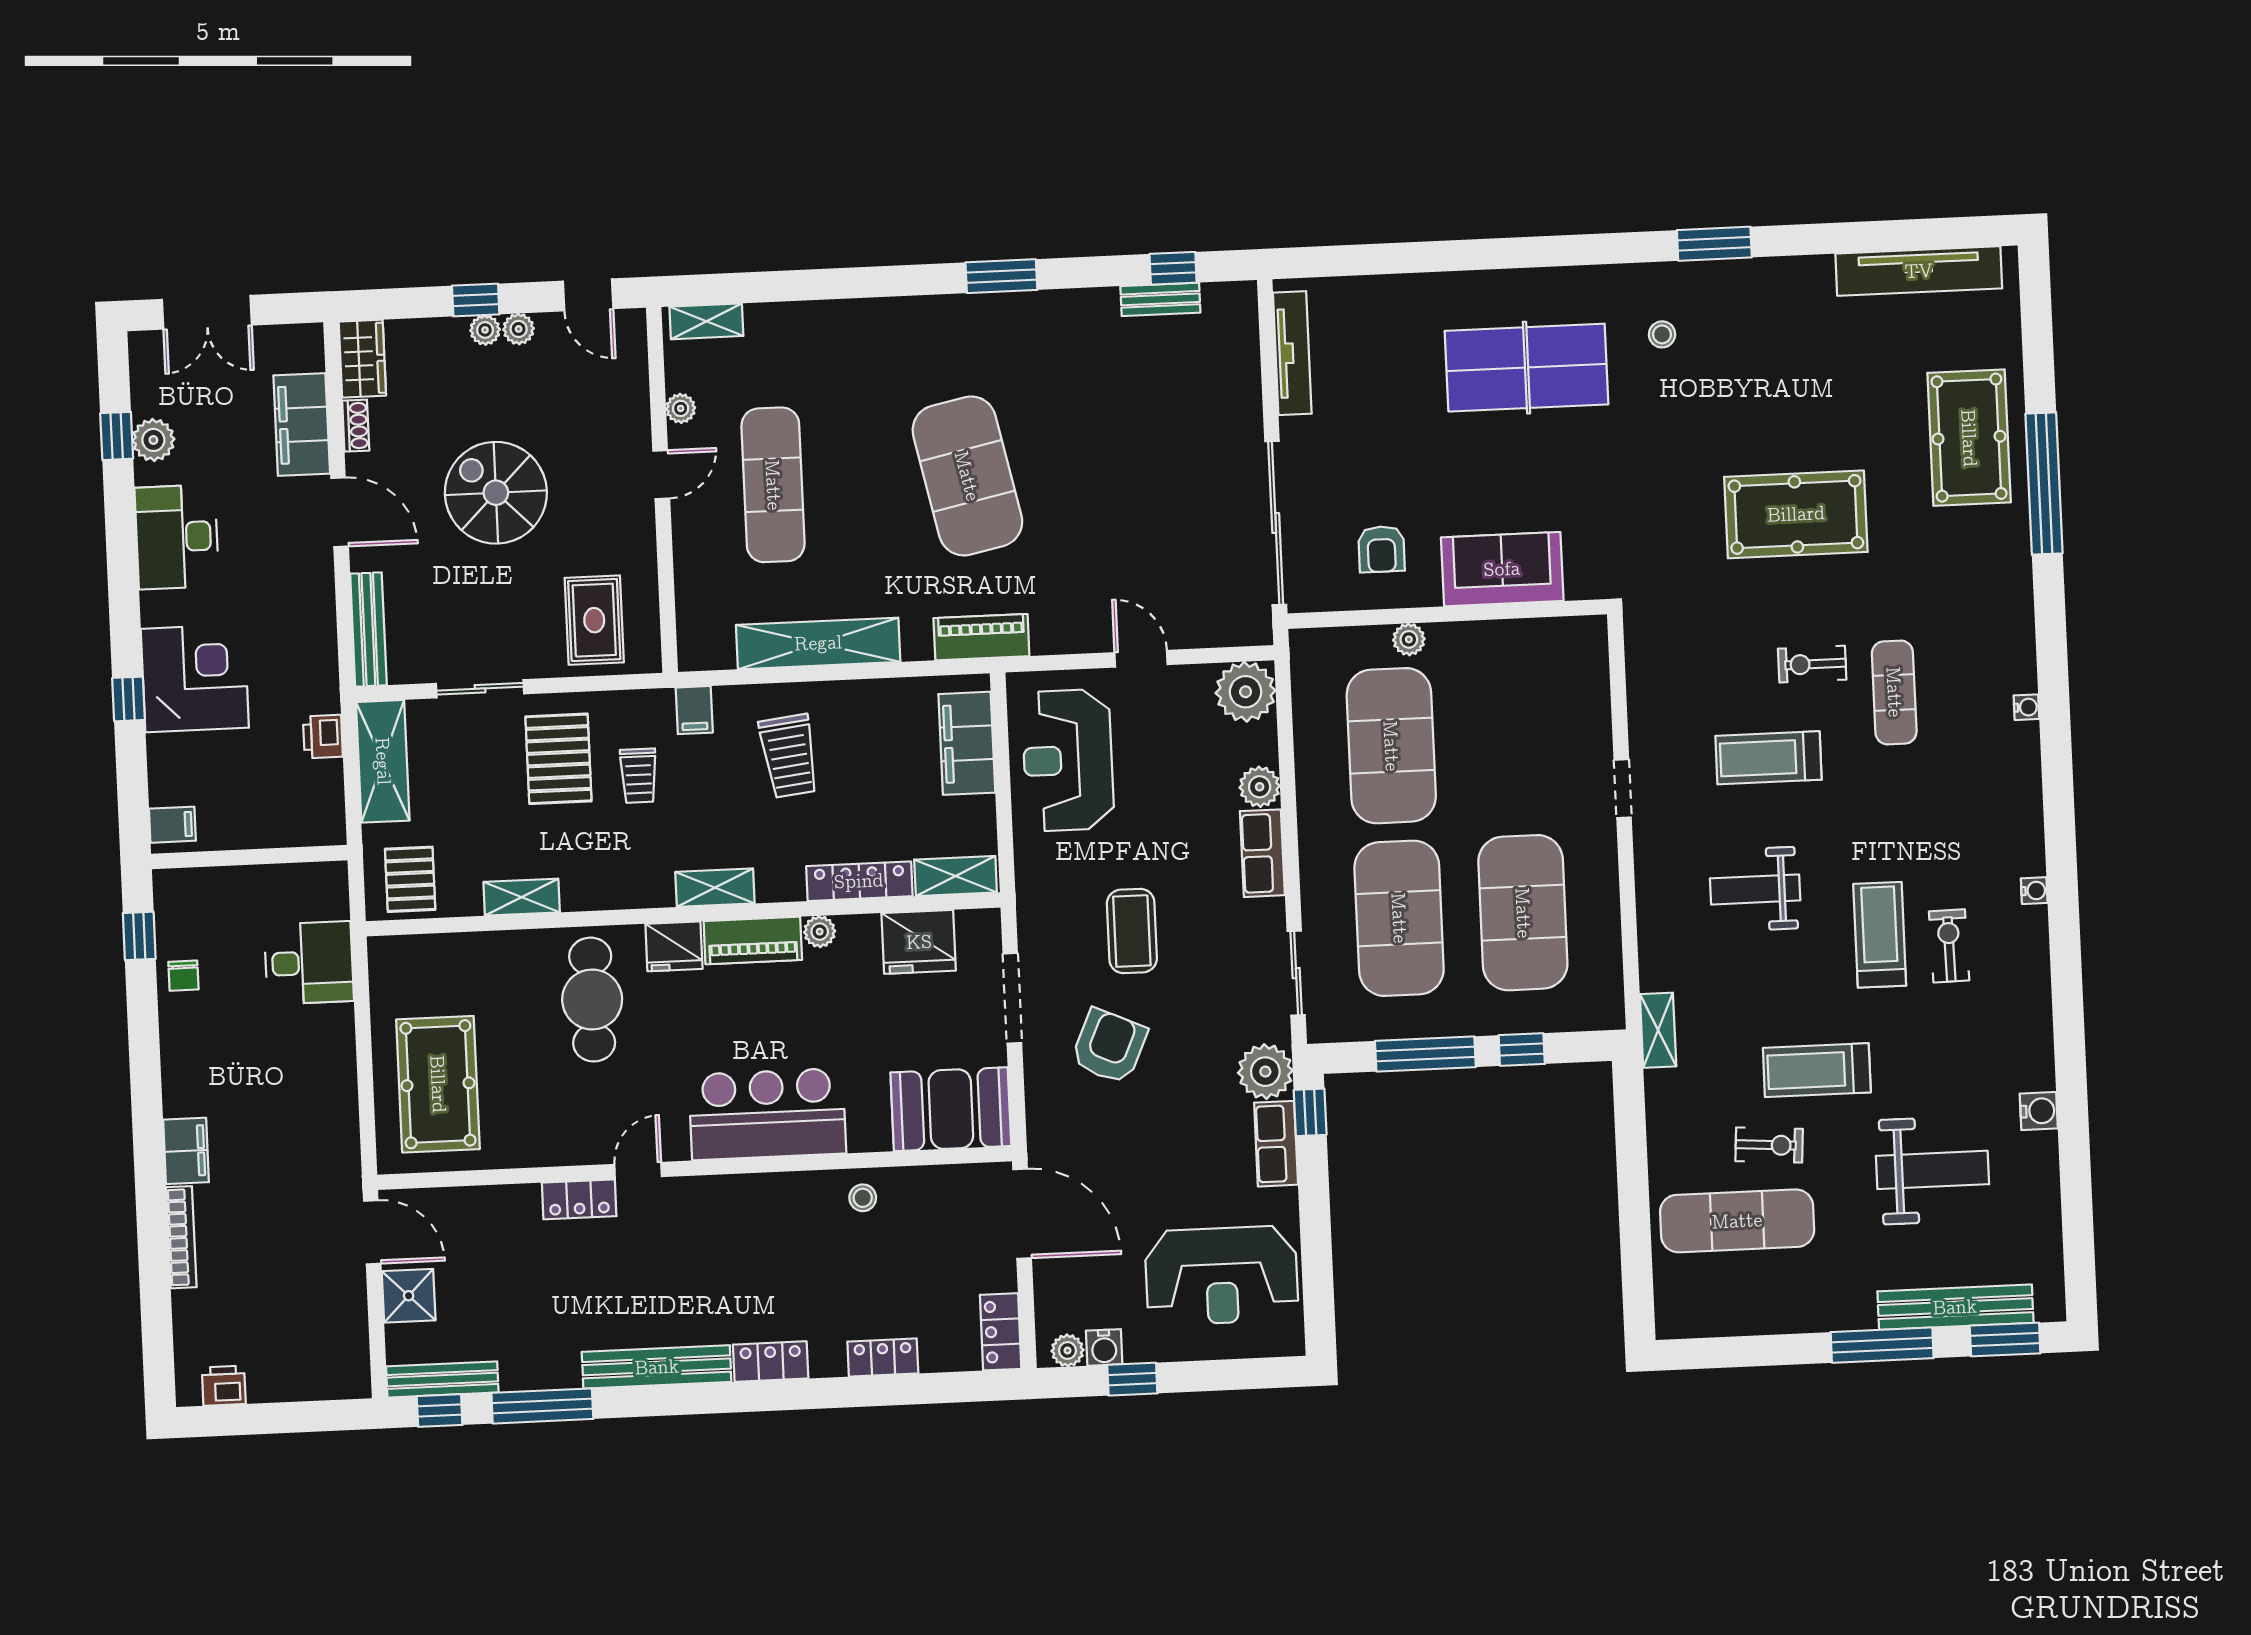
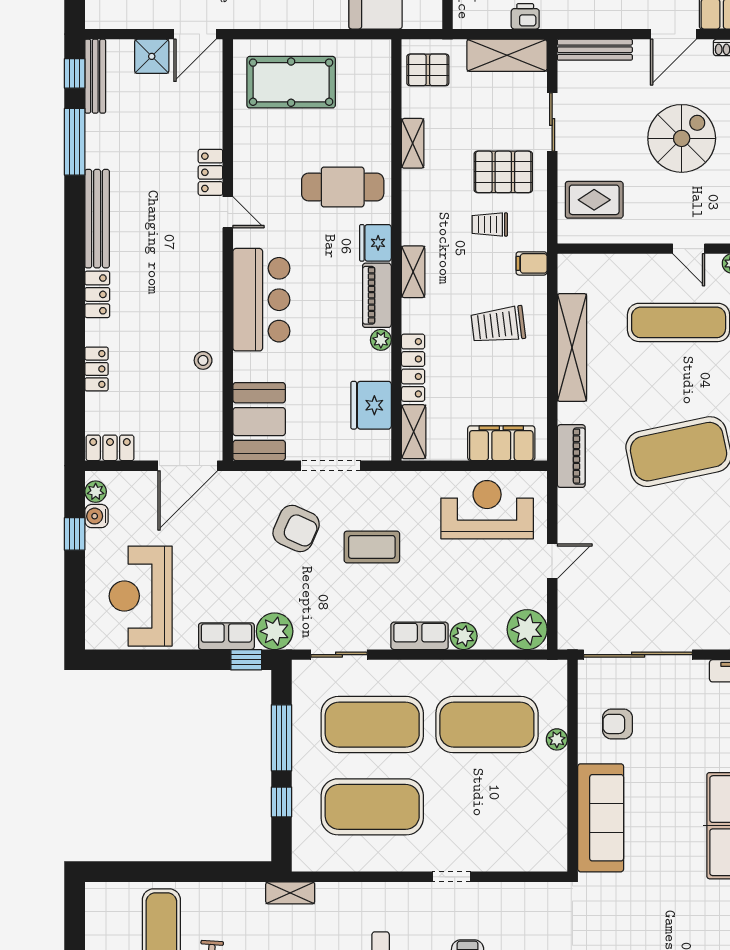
sofa: (1502, 569) -> (601, 818), width x1.36

